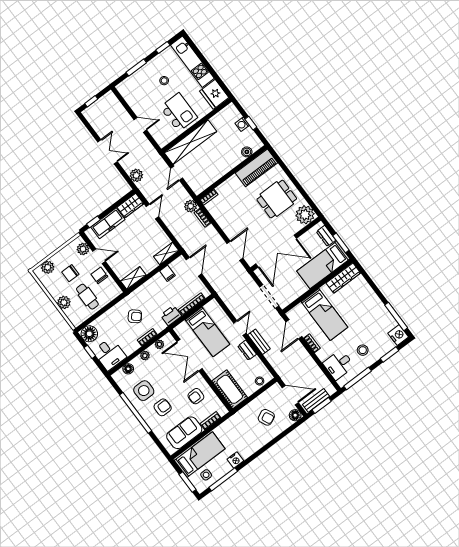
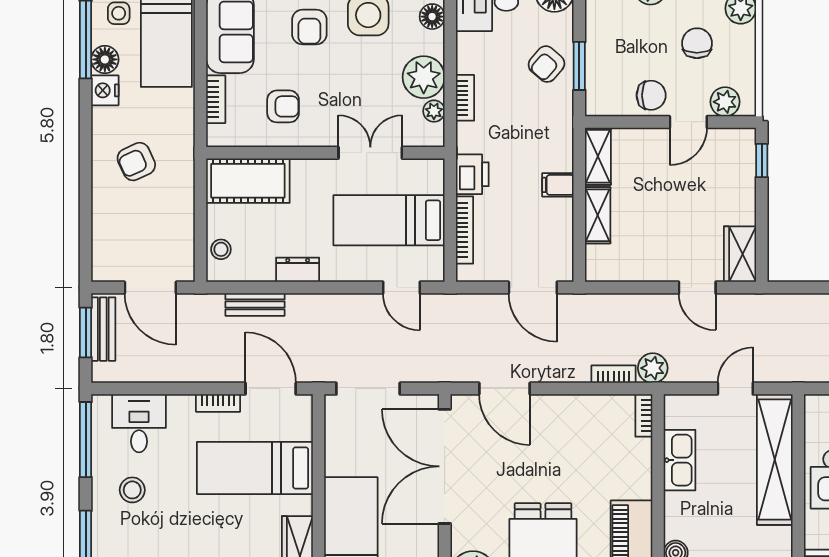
door: (177, 173) -> (735, 389), hinge flipped
kitchen sink: (215, 174) -> (680, 460), added
plant: (136, 175) -> (789, 309), removed
freezer: (108, 223) -> (738, 186), removed
shelving: (166, 253) -> (598, 215), moved
filing cabinet: (167, 273) -> (558, 185), moved
cafe table: (87, 297) -> (628, 42), removed
window: (108, 307) -> (579, 66), added
armchair: (135, 316) -> (546, 64), moved
door: (240, 328) -> (401, 288), moved
bench: (259, 342) -> (255, 304), moved
double door: (190, 355) -> (370, 153), width x0.73
plant: (145, 356) -> (424, 77), width x1.88, depth x1.88
door: (290, 395) -> (150, 288), hinge flipped
armchair: (196, 396) -> (283, 106), turned 90
floor lamp: (295, 415) -> (105, 59), moved
armchair: (266, 417) -> (136, 162), moved

